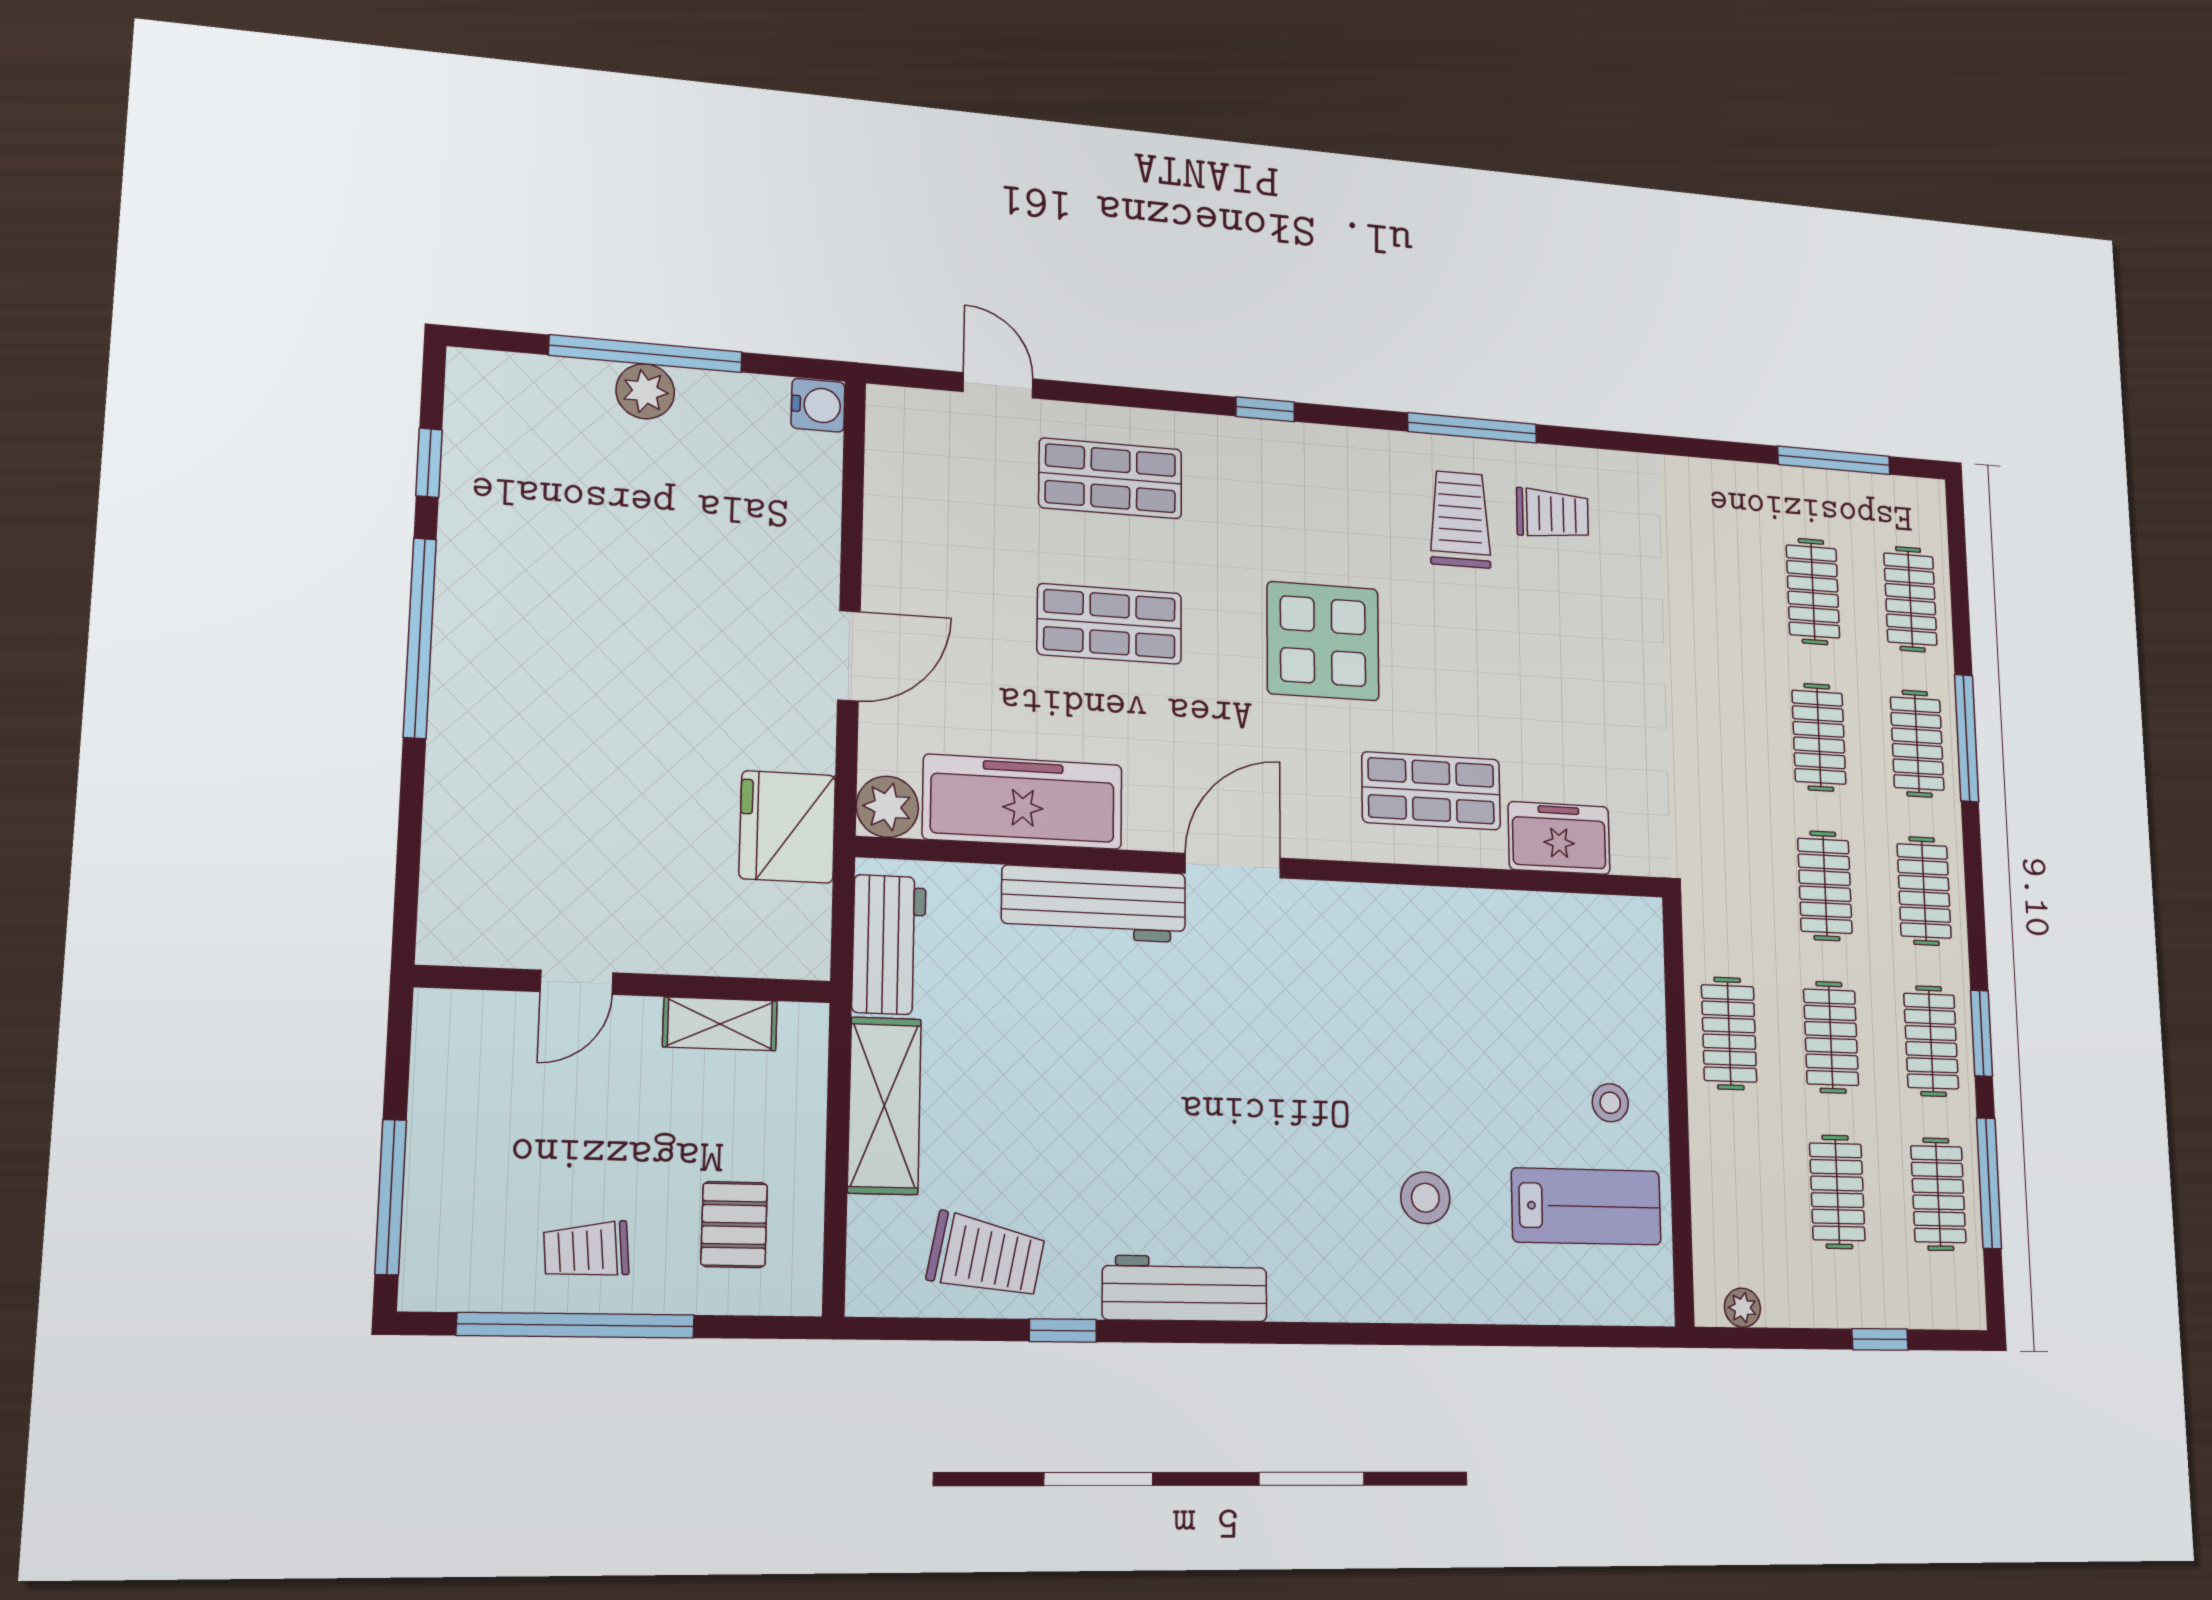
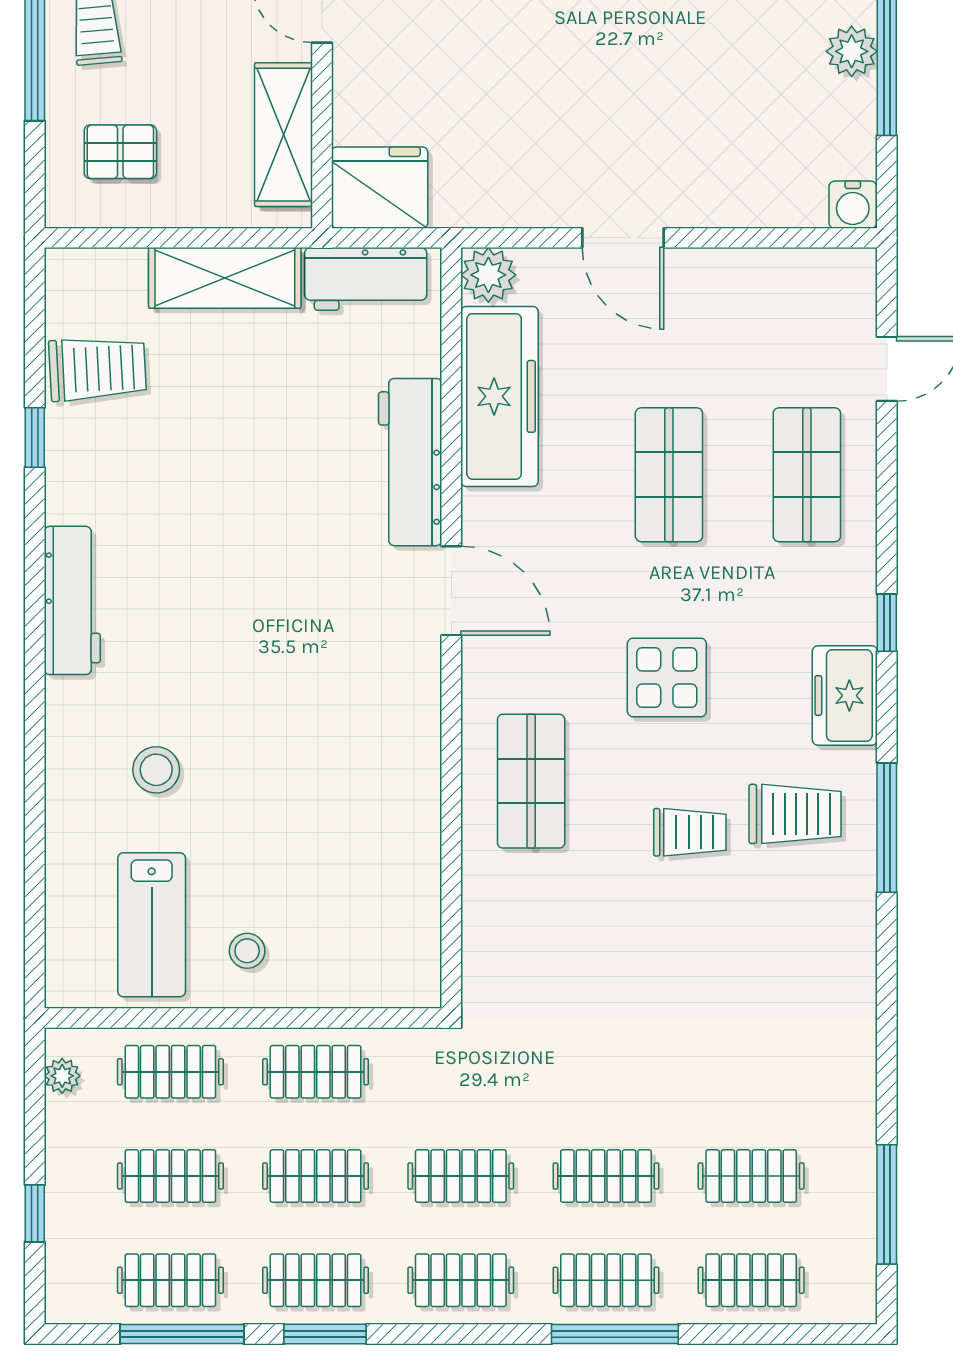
trolley: (1552, 514) -> (690, 832), moved, turned -90
display table: (1323, 641) -> (667, 677), width x0.73, depth x0.73
fridge: (787, 827) -> (380, 188), moved
freezer: (1559, 838) -> (845, 696), moved, turned 180
shelving: (720, 1024) -> (284, 135), width x1.50, depth x1.33
clothes rail: (1734, 1189) -> (170, 1072), added
trolley: (986, 1256) -> (98, 369), turned -104
workbench: (1185, 1288) -> (72, 600), moved

